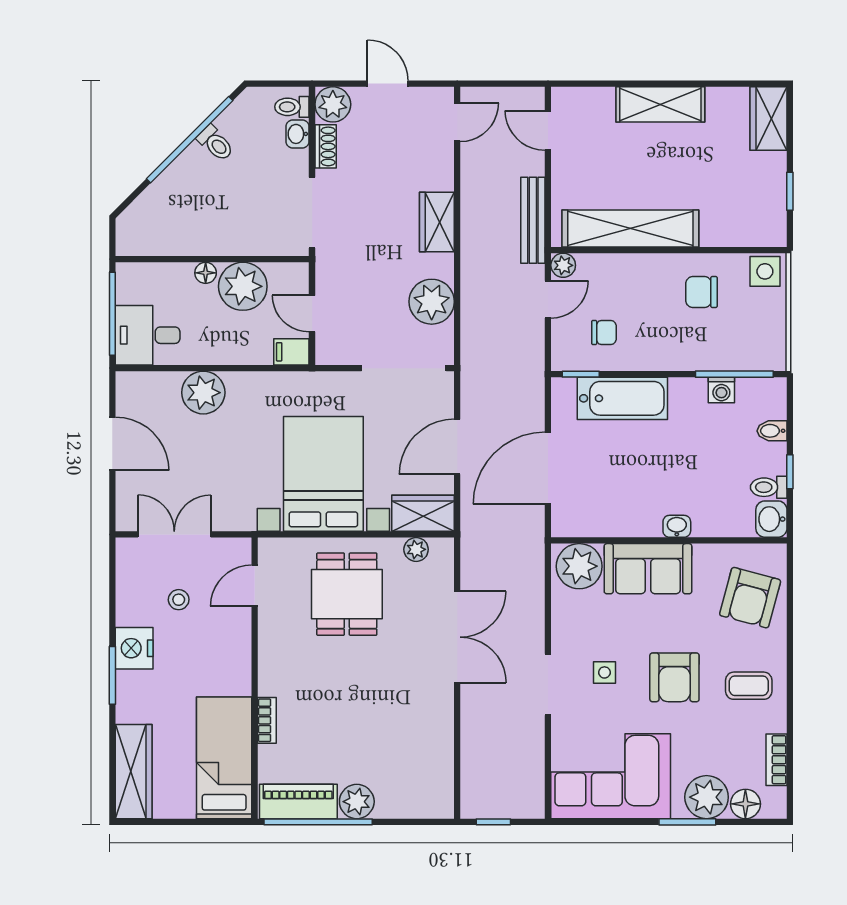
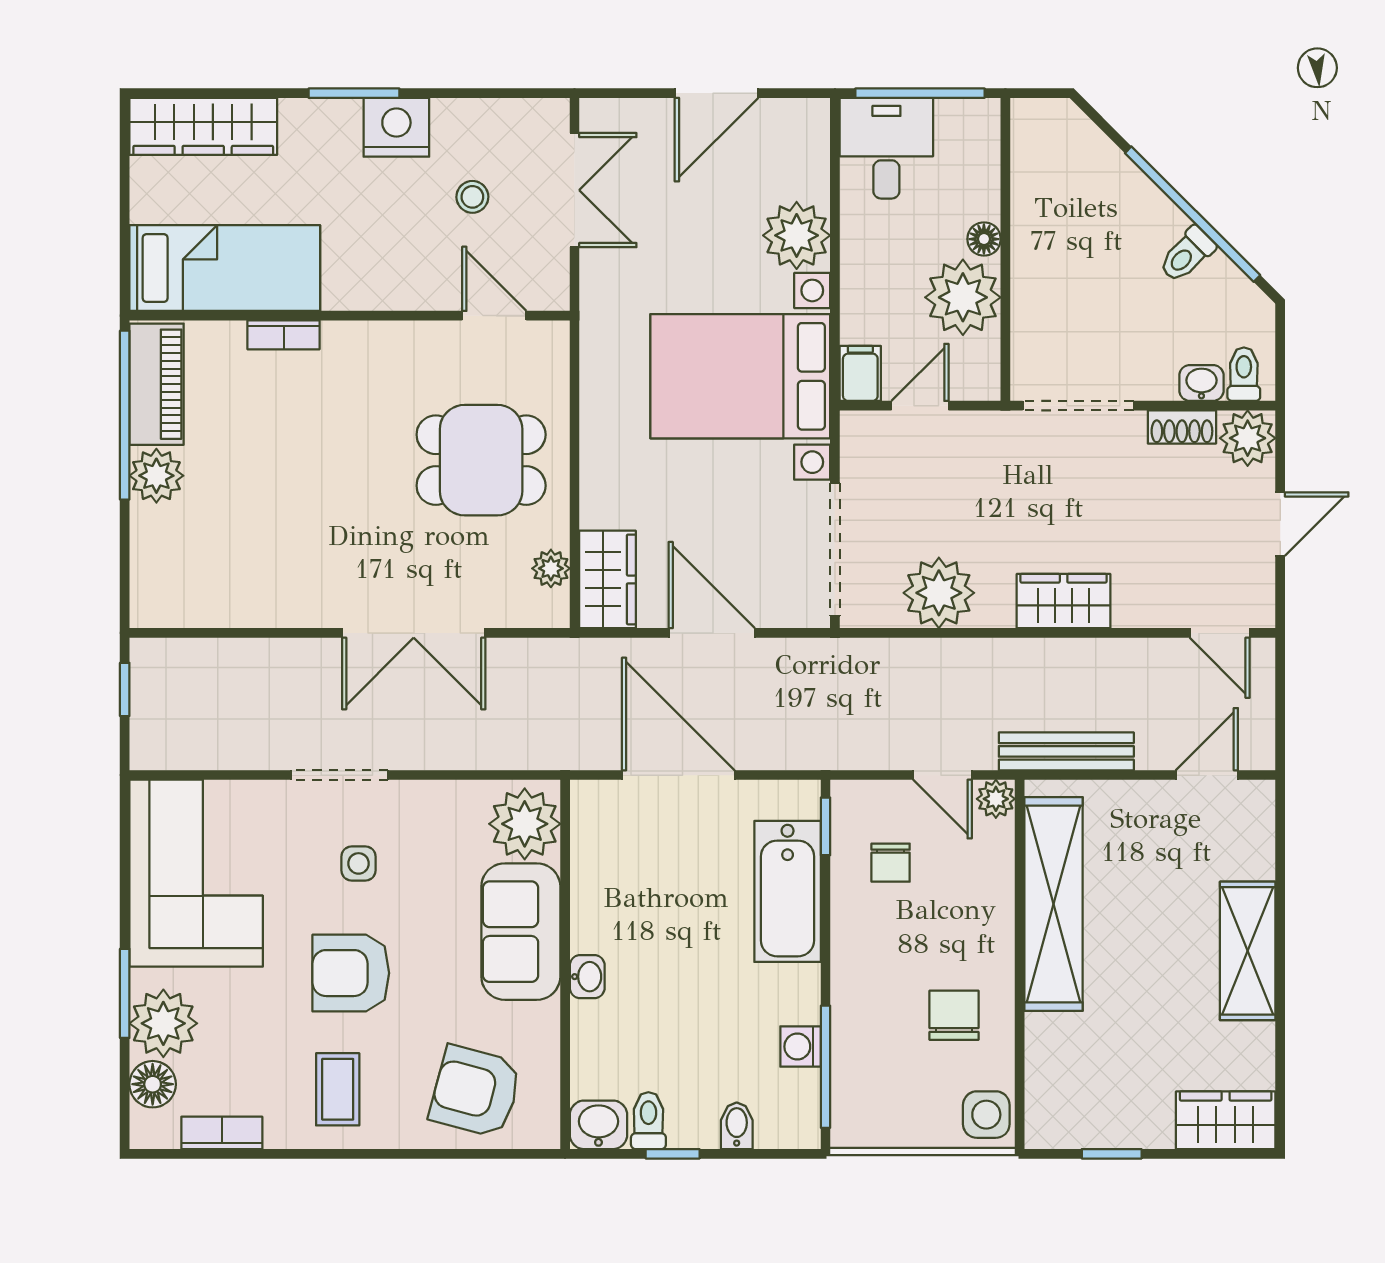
bed with nightstands: (323, 474) -> (740, 376), moved, turned 180

